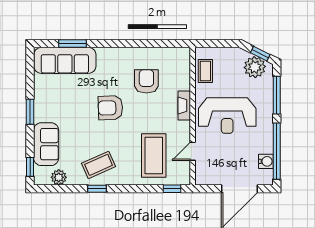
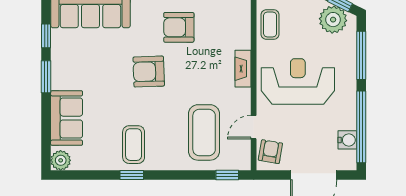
armchair: (146, 81) -> (179, 27), moved, turned -90
reception desk: (227, 116) -> (298, 81), turned 180
coffee table: (99, 165) -> (134, 145), turned -66
window: (30, 167) -> (46, 36), moved
armchair: (206, 170) -> (270, 152), added
plant: (59, 177) -> (61, 160), moved

